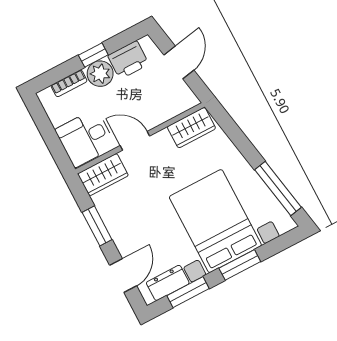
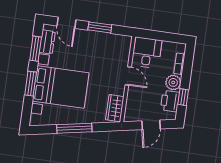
window: (93, 55) -> (183, 97), moved
door: (179, 62) -> (151, 125), hinge flipped
door: (135, 141) -> (128, 76), hinge flipped
wardrobe: (103, 175) -> (123, 48), removed
window: (278, 188) -> (74, 128), moved

